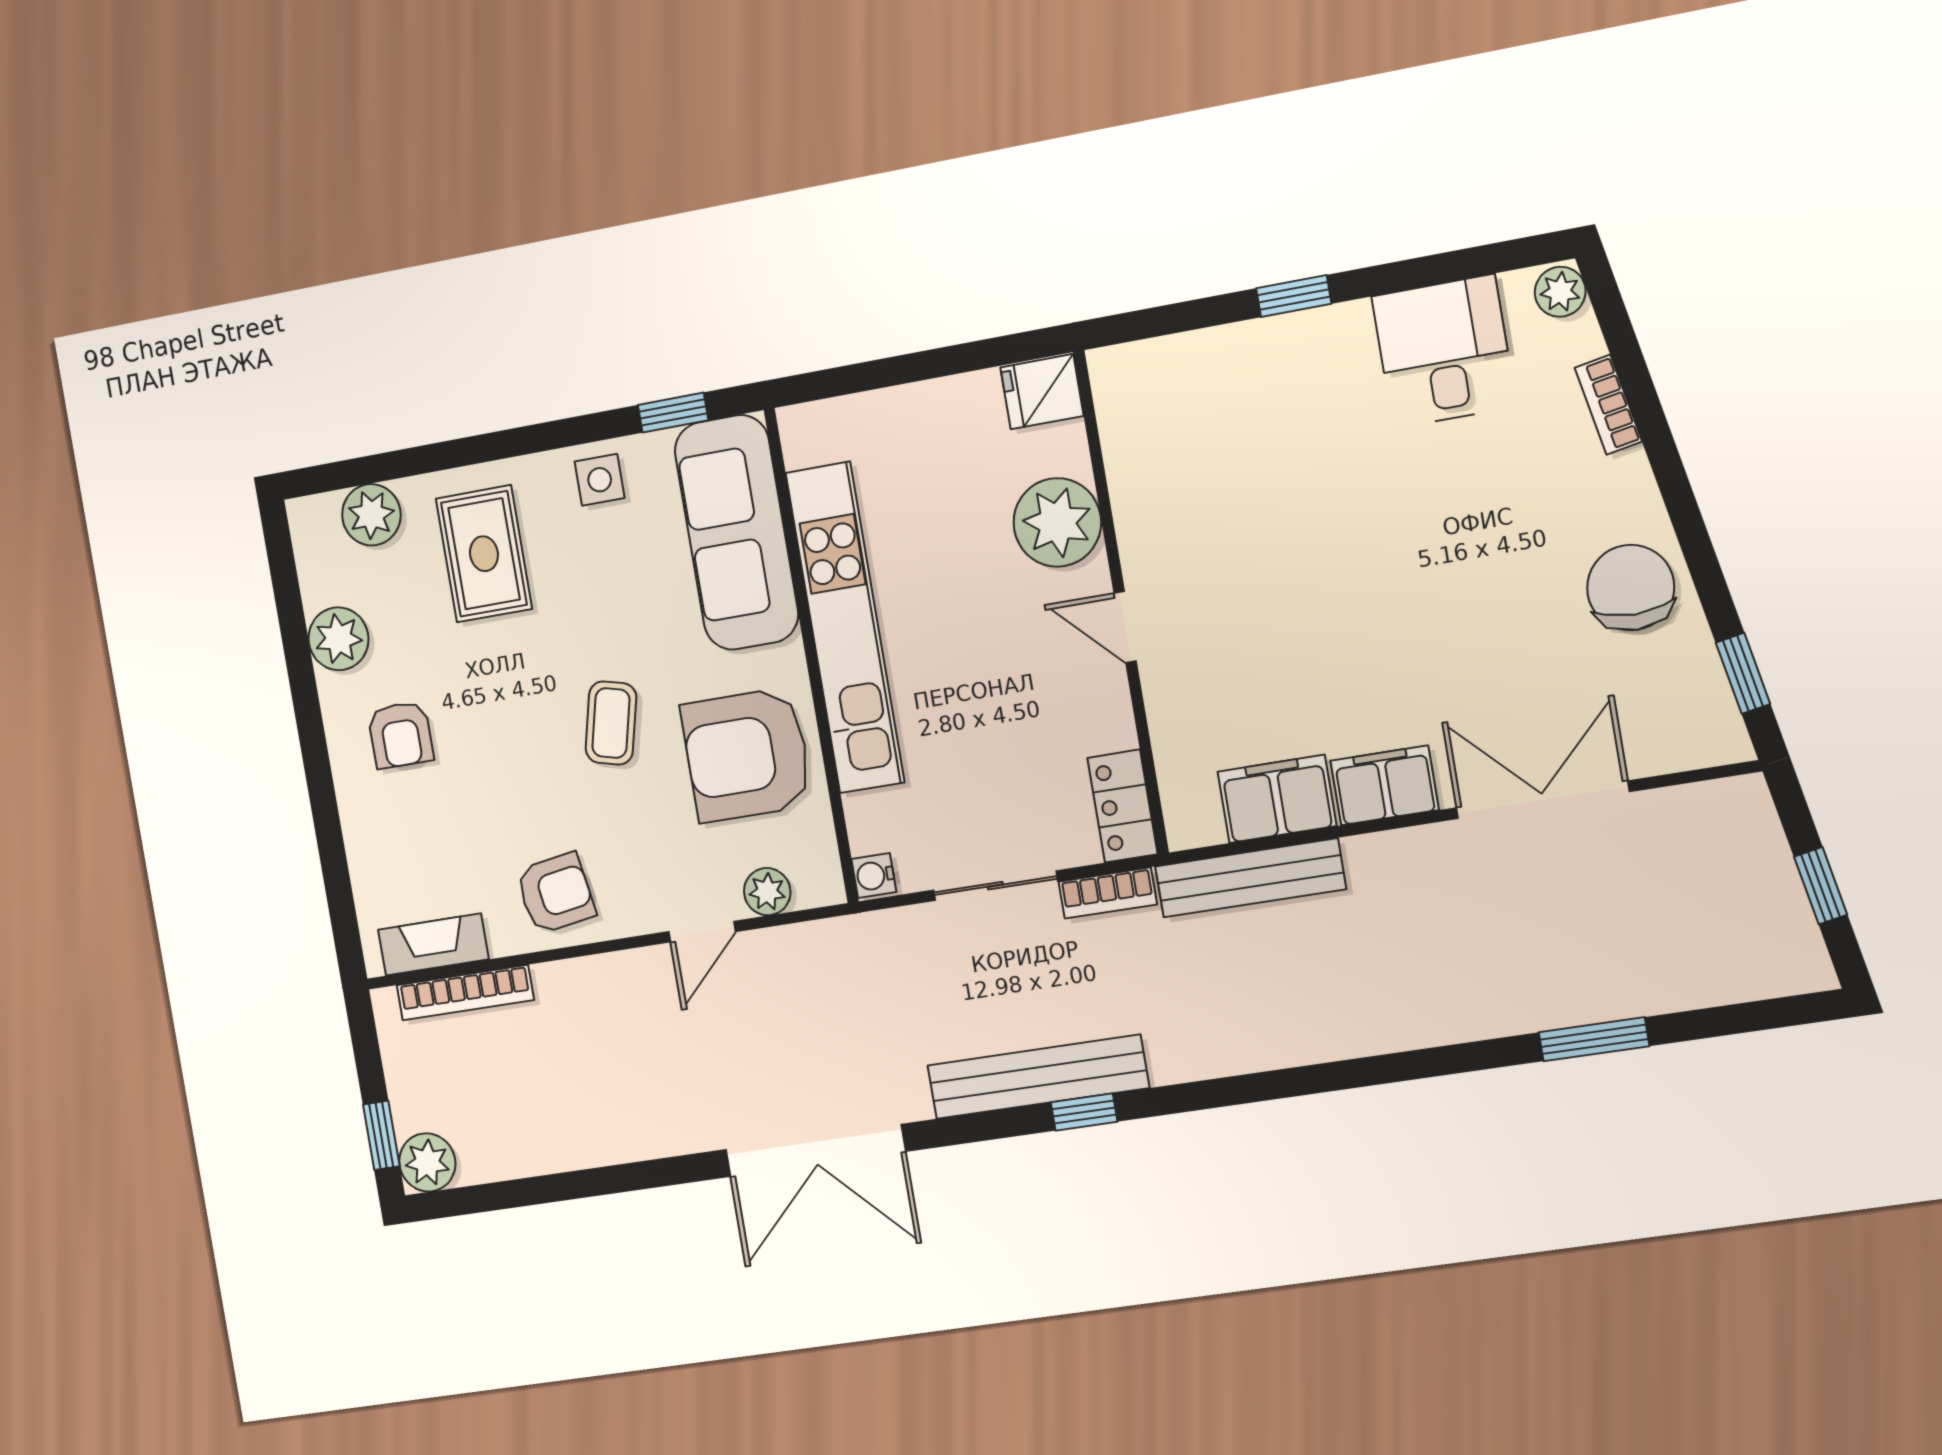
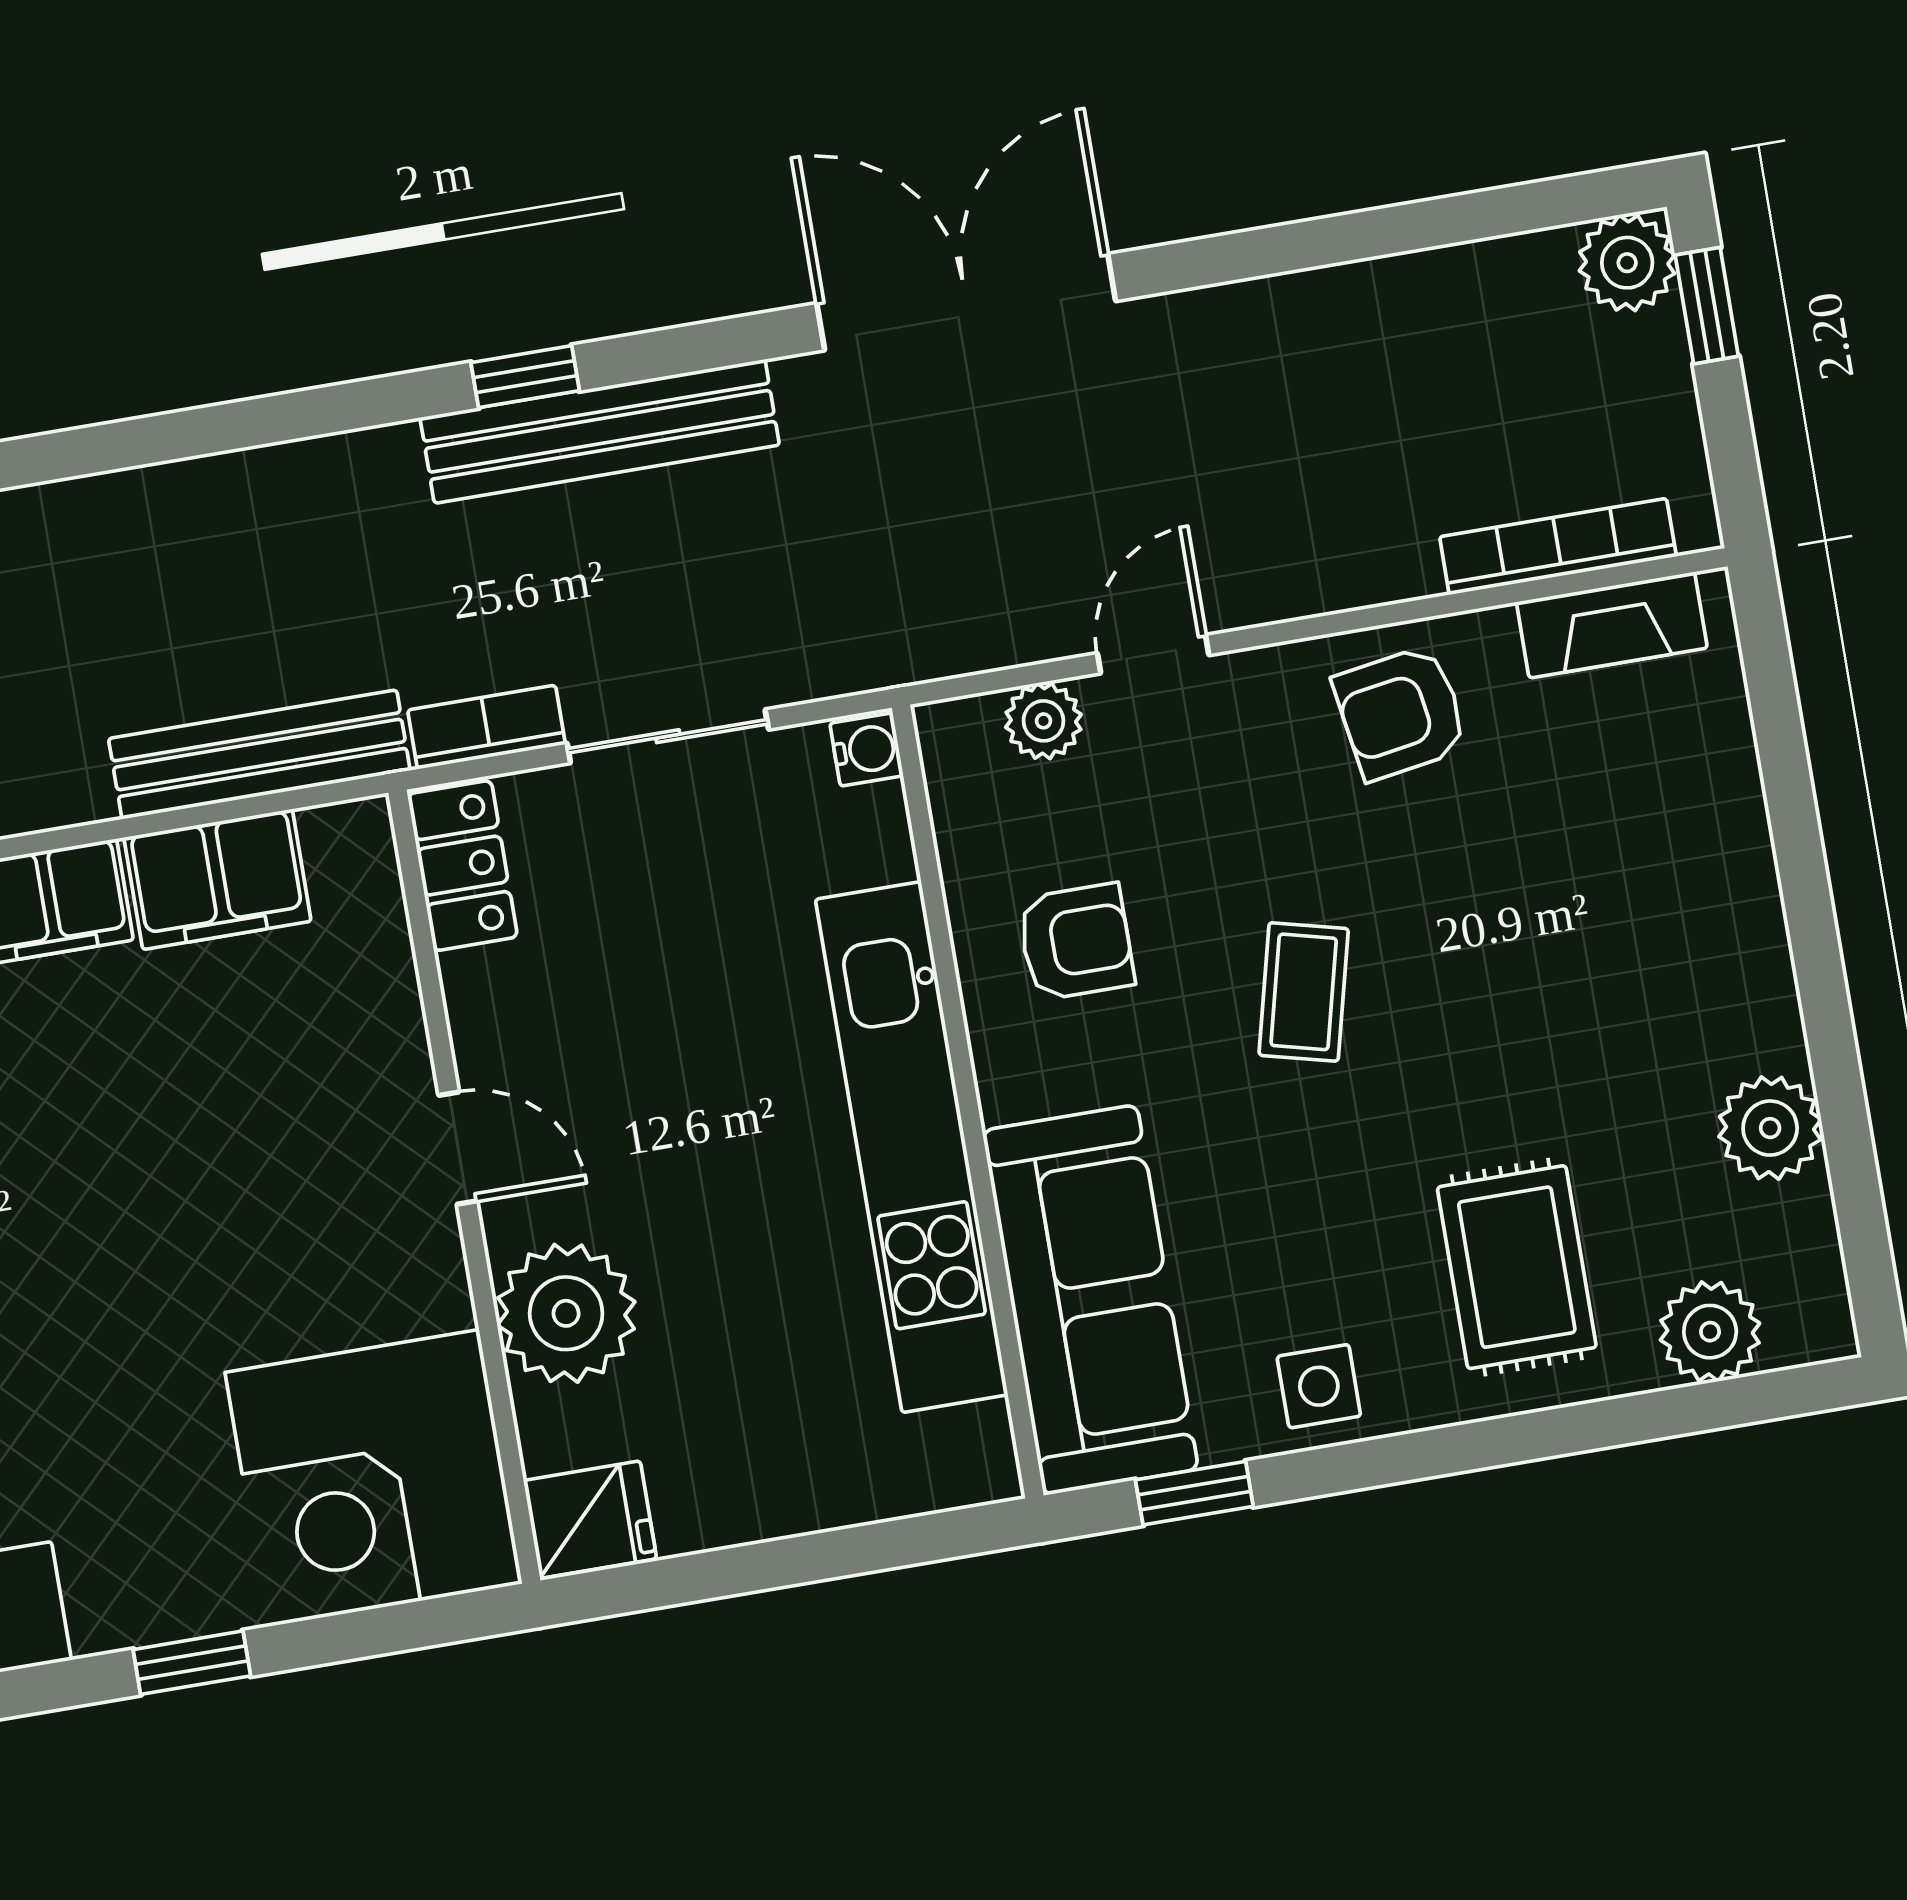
corner desk: (1178, 417) -> (374, 1478), added
armchair: (401, 735) -> (1664, 970), removed
armchair: (747, 755) -> (1076, 942), width x0.53, depth x0.53

